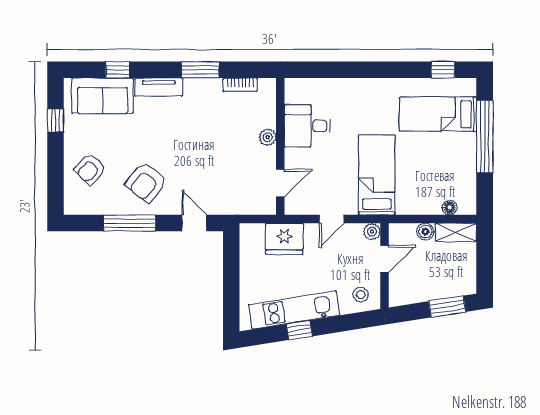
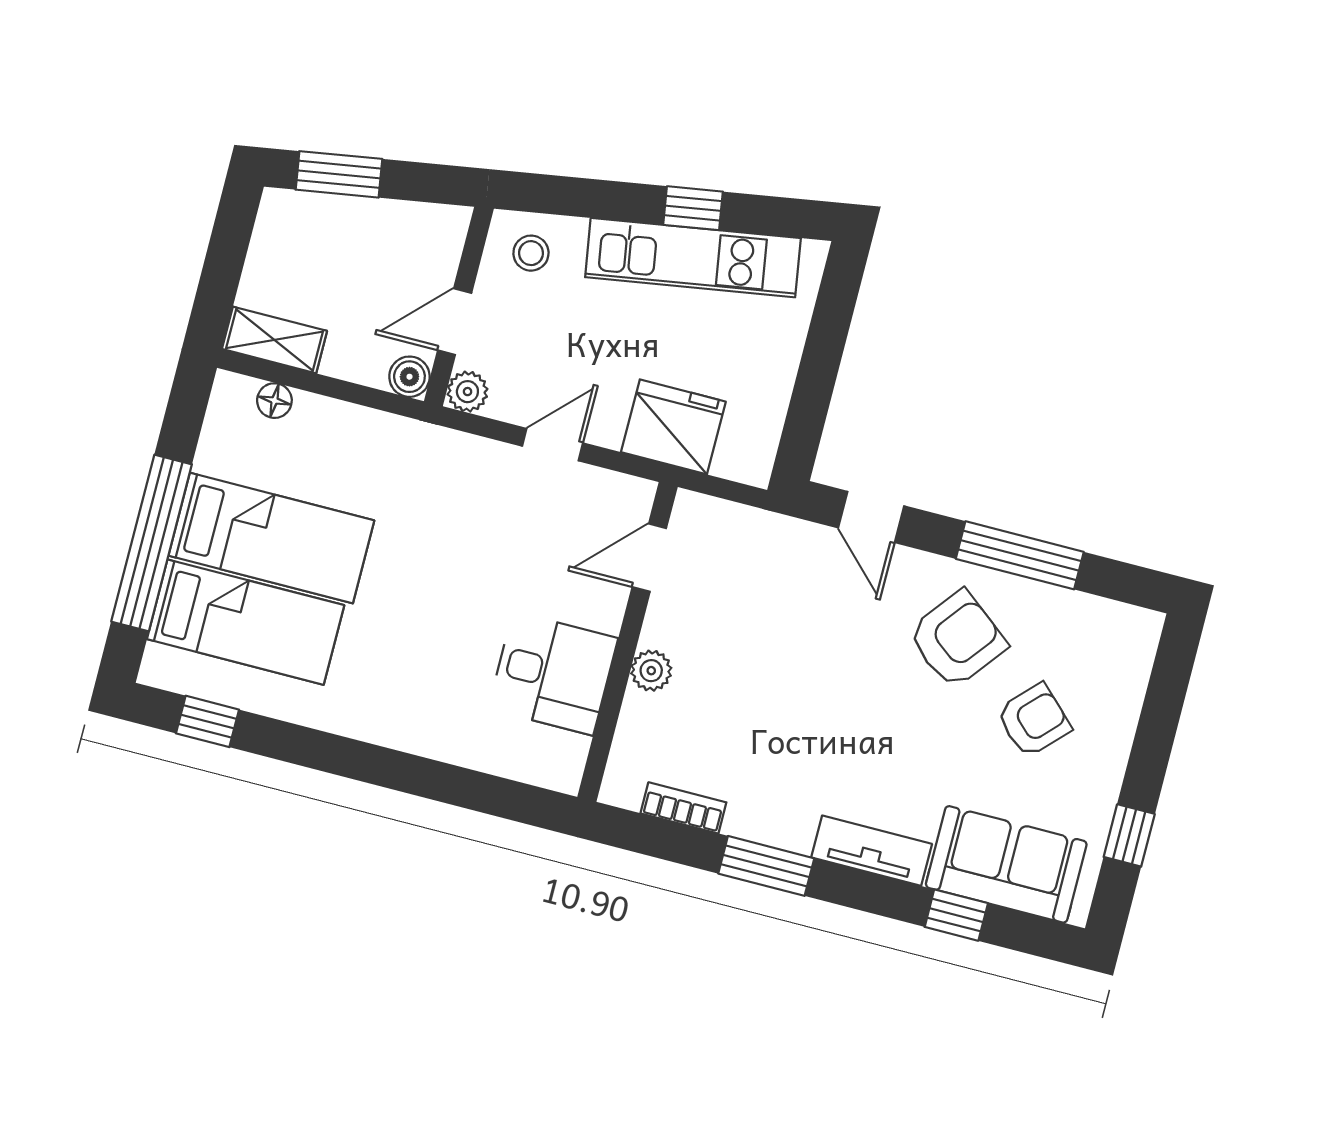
armchair: (90, 169) -> (1034, 720), moved
bed: (377, 175) -> (271, 538), moved, turned -90
boiler: (425, 232) -> (409, 377), moved

